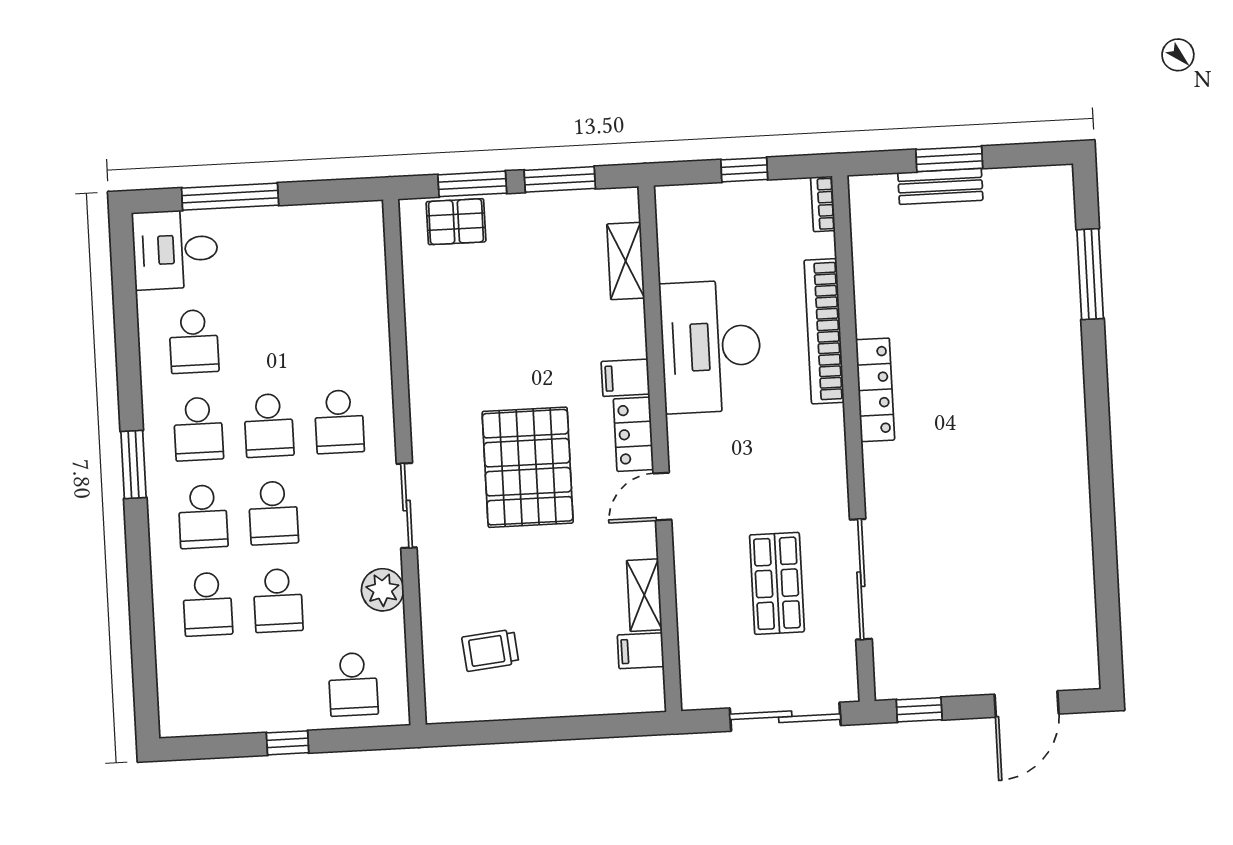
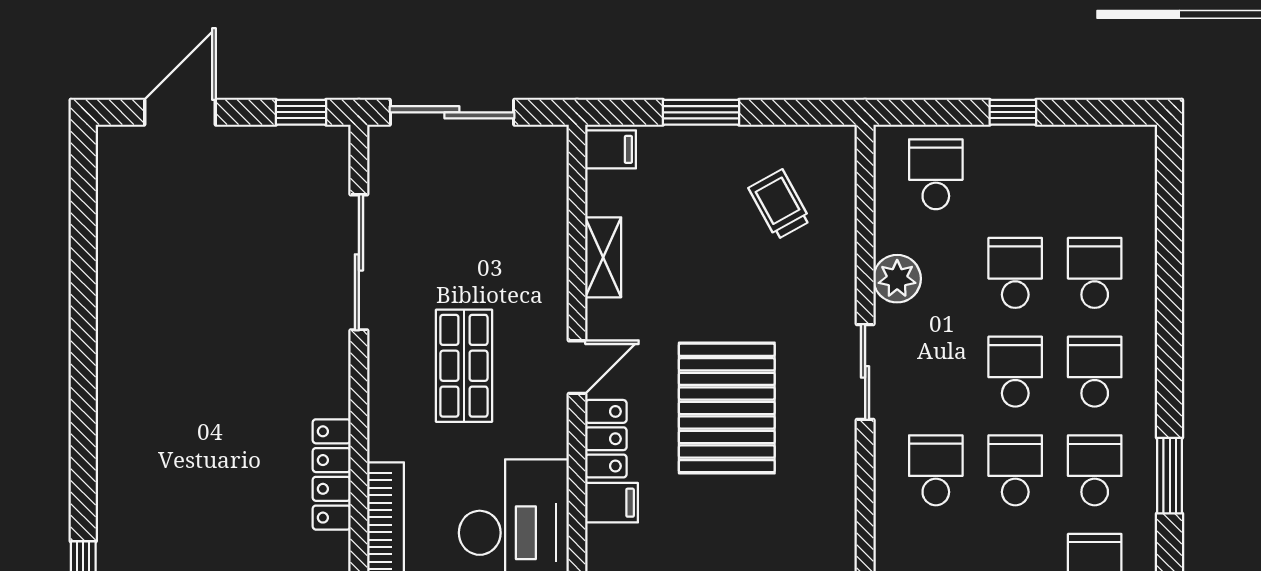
window: (134, 464) -> (1170, 476), moved
shop shelf: (777, 583) -> (464, 366), moved
trolley: (490, 650) -> (780, 204), turned -113
filing cabinet: (641, 651) -> (611, 149), moved
window: (564, 728) -> (701, 112), added

